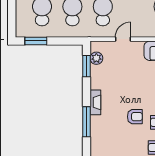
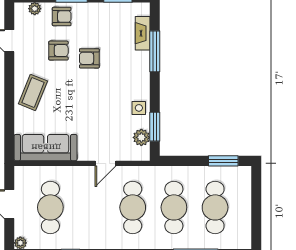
side table: (98, 80) -> (139, 108), added
fireplace: (95, 102) -> (143, 33), moved

